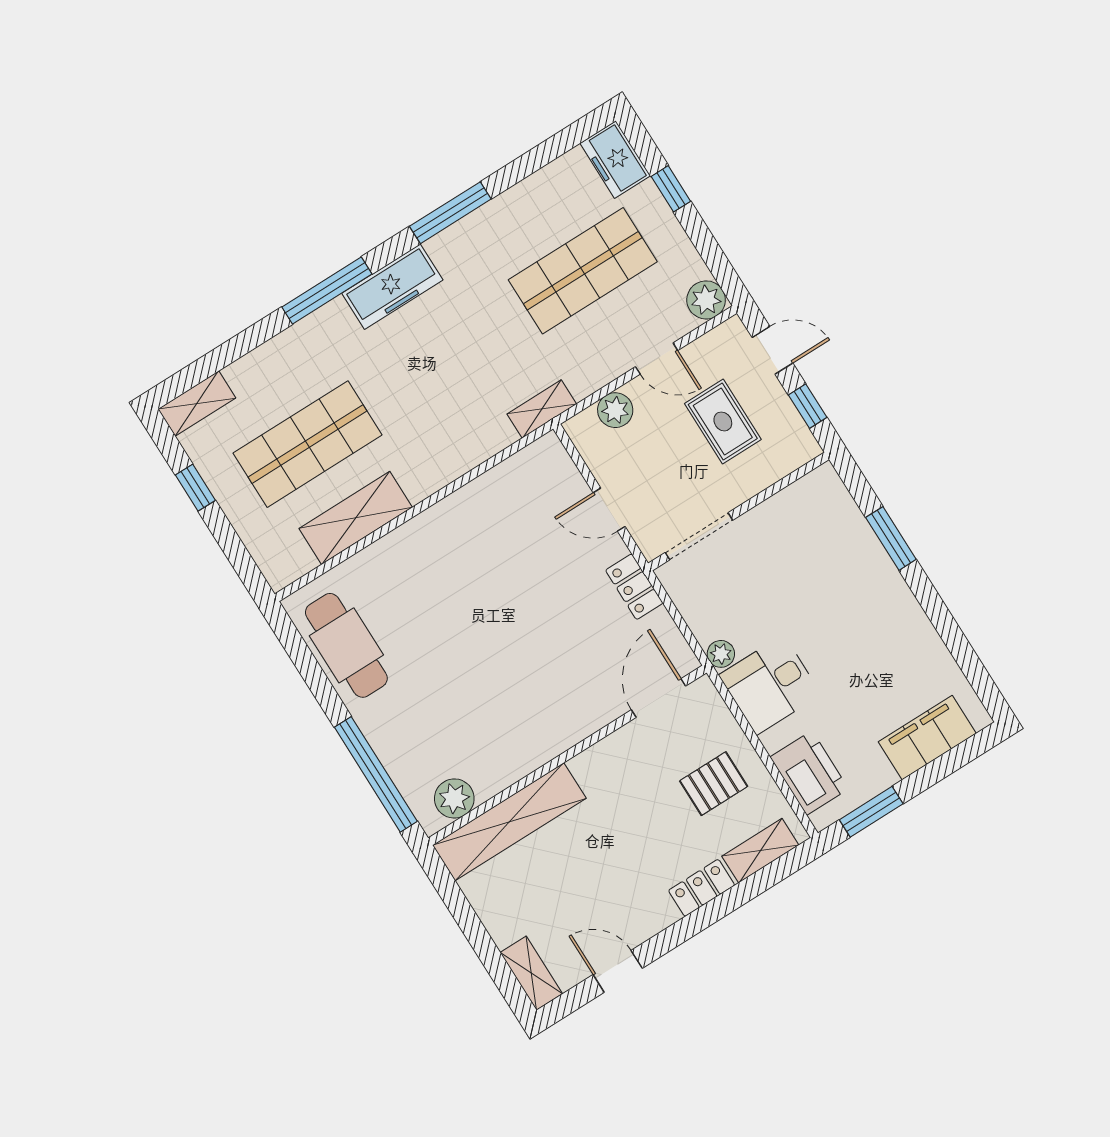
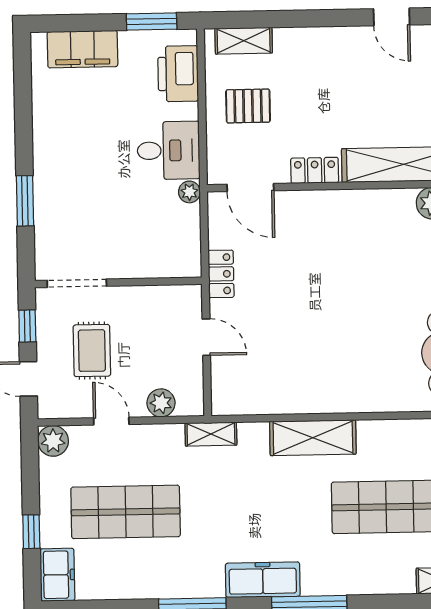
shelving: (356, 518) -> (313, 438), moved
doorway: (699, 536) -> (77, 283), moved
door: (659, 698) -> (250, 187), hinge flipped
locker: (702, 888) -> (315, 170), moved, turned 180

